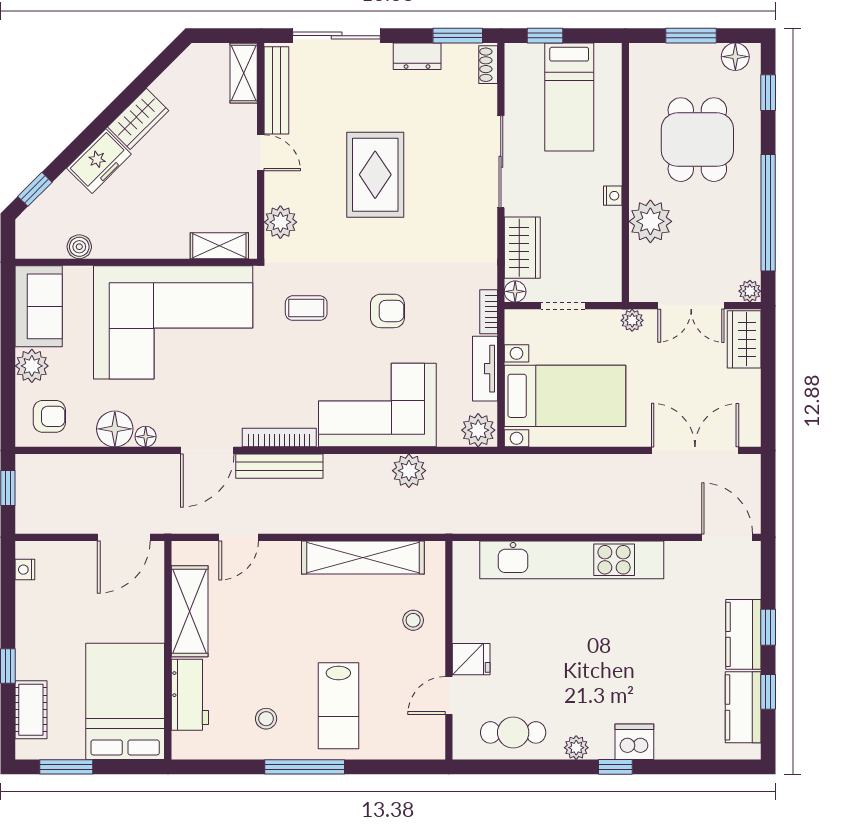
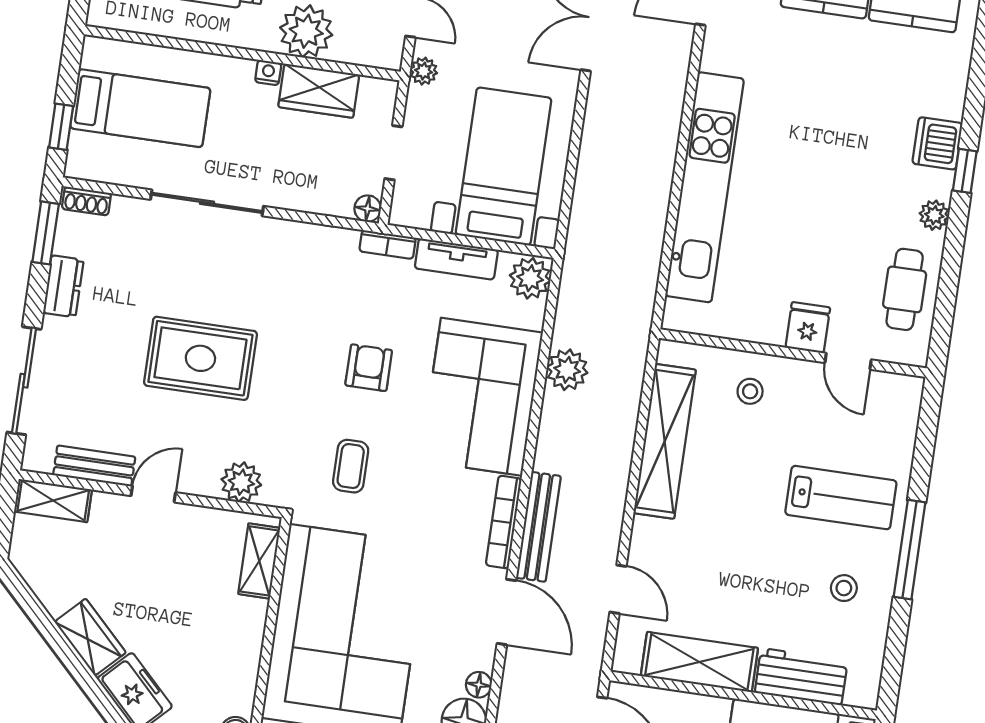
bench: (276, 90) -> (94, 466), width x0.73
wardrobe: (522, 248) -> (319, 91), moved, turned 180

